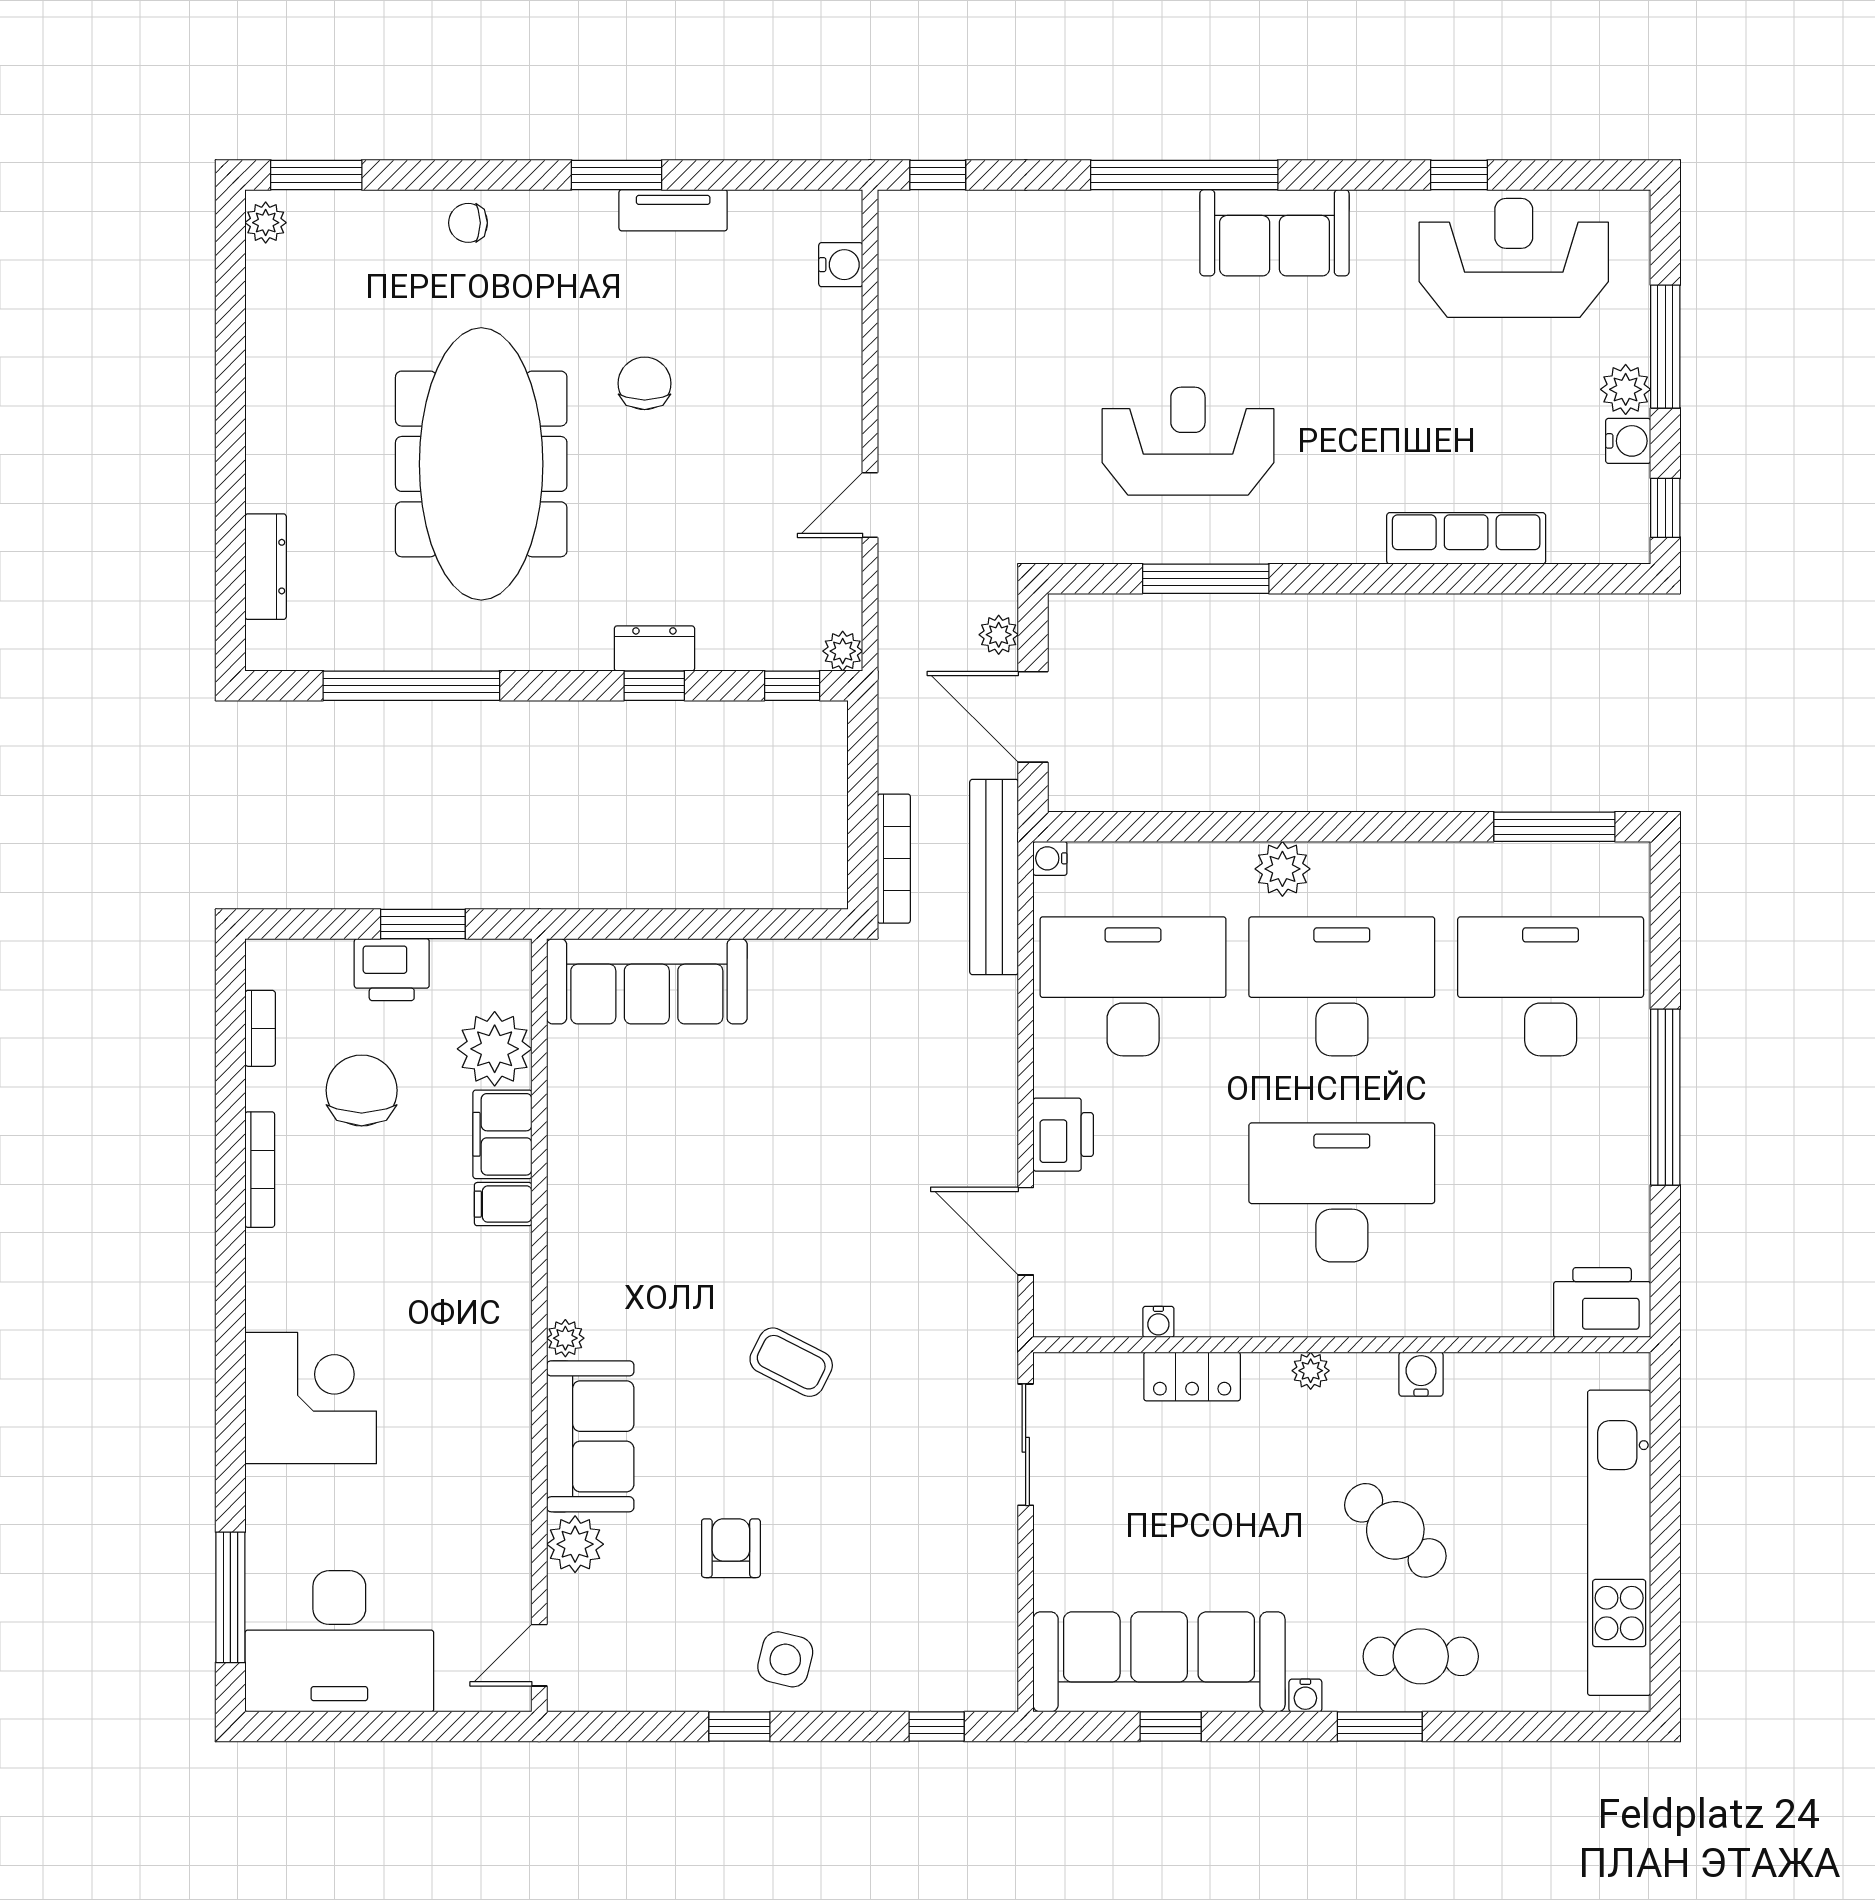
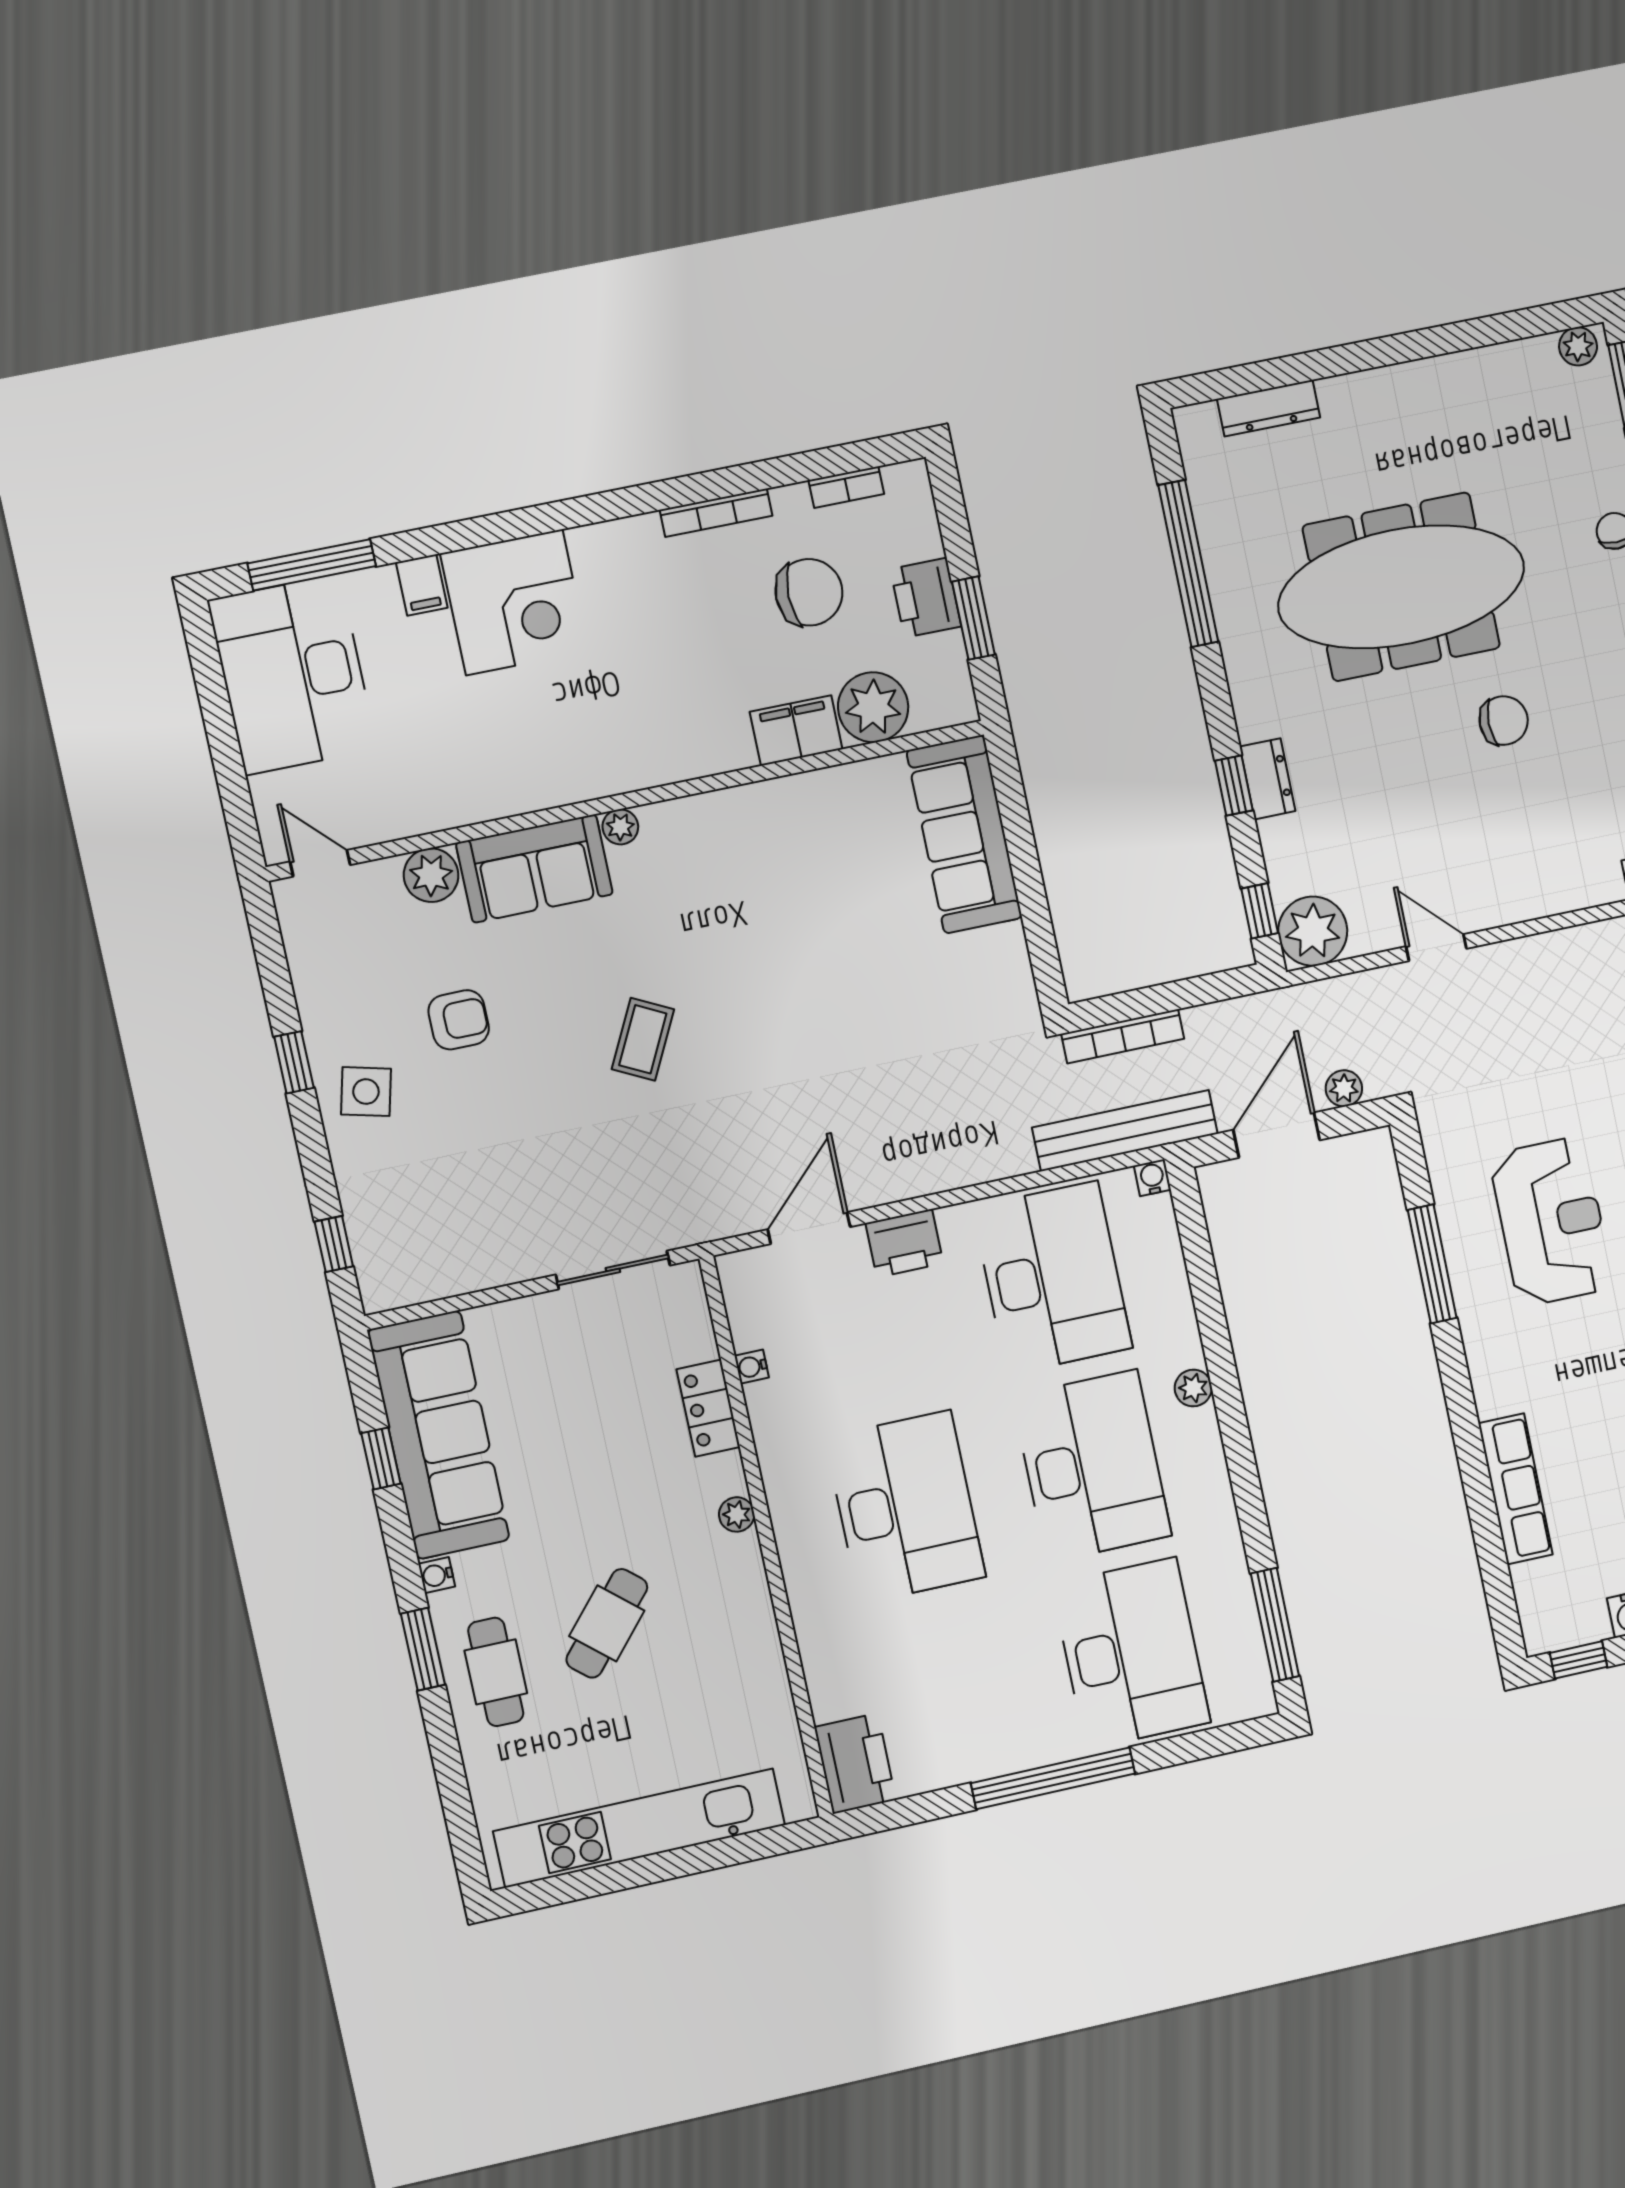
plant: (843, 651) -> (1313, 931), width x1.88, depth x1.88
plant: (1282, 869) -> (1193, 1388), width x0.73, depth x0.73
filing cabinet: (503, 1204) -> (422, 585), moved, turned 180
water cooler: (1421, 1374) -> (755, 1615), removed

